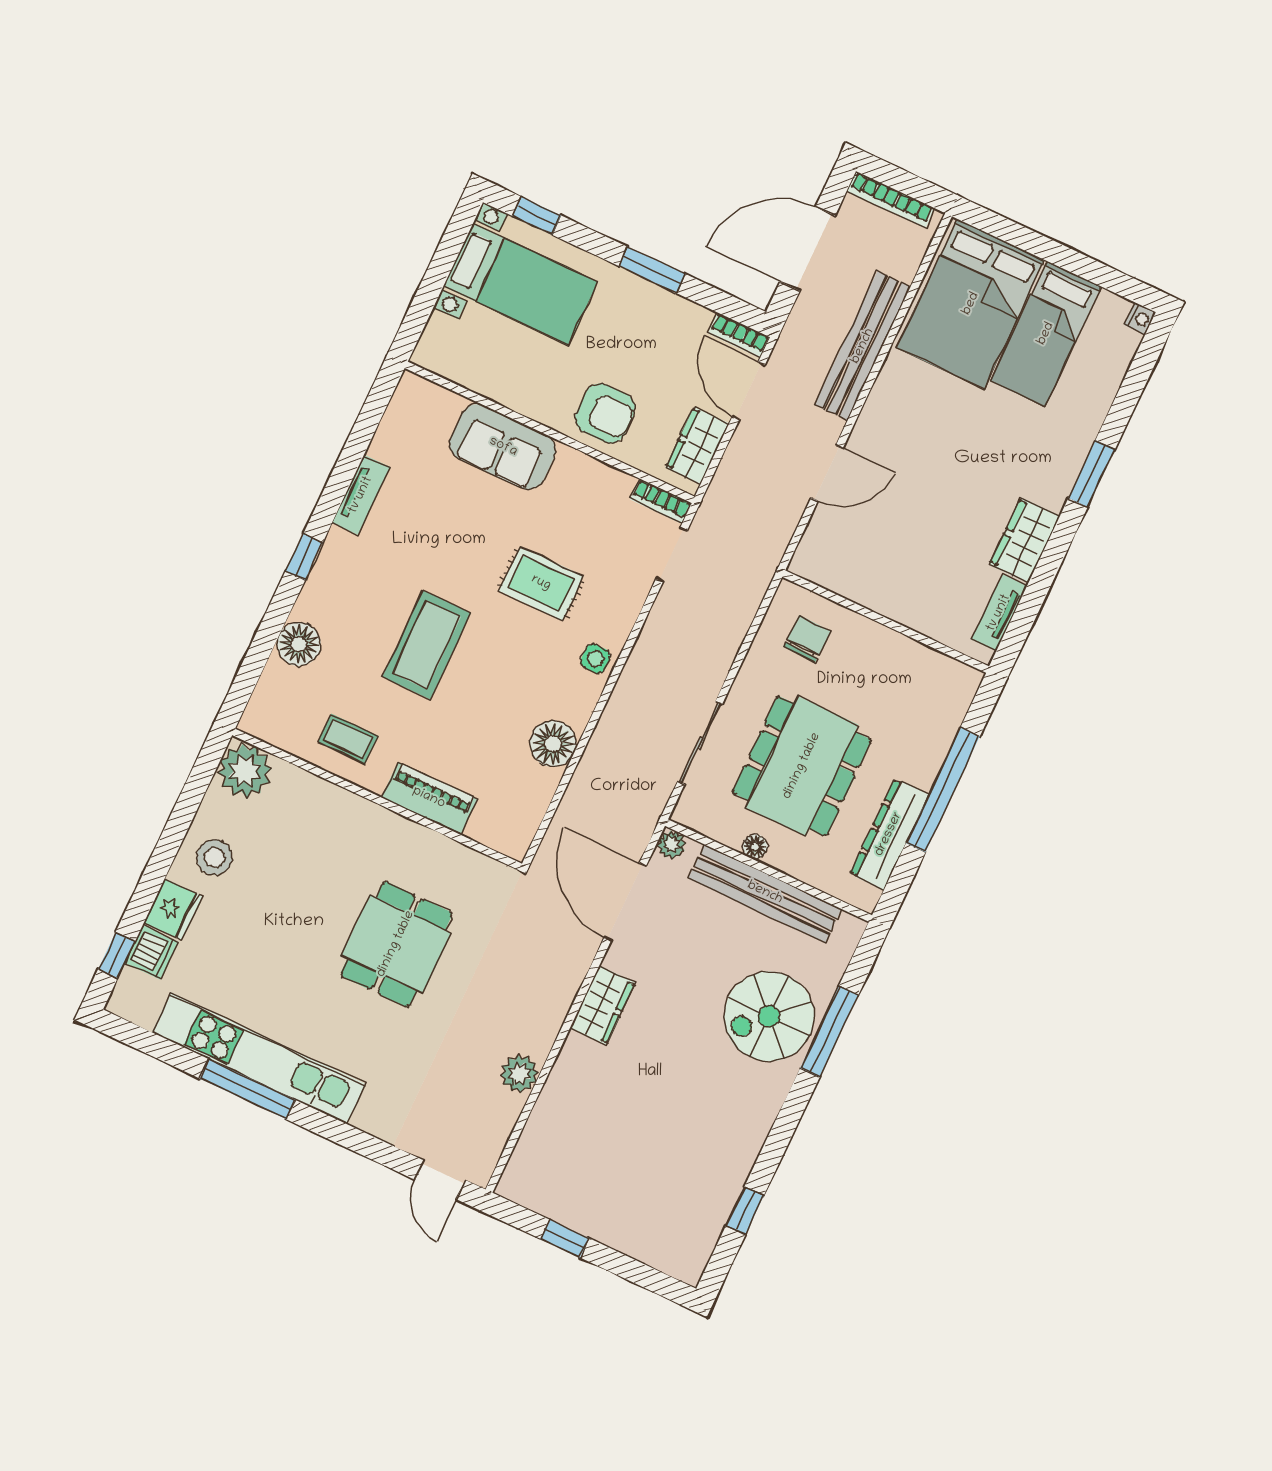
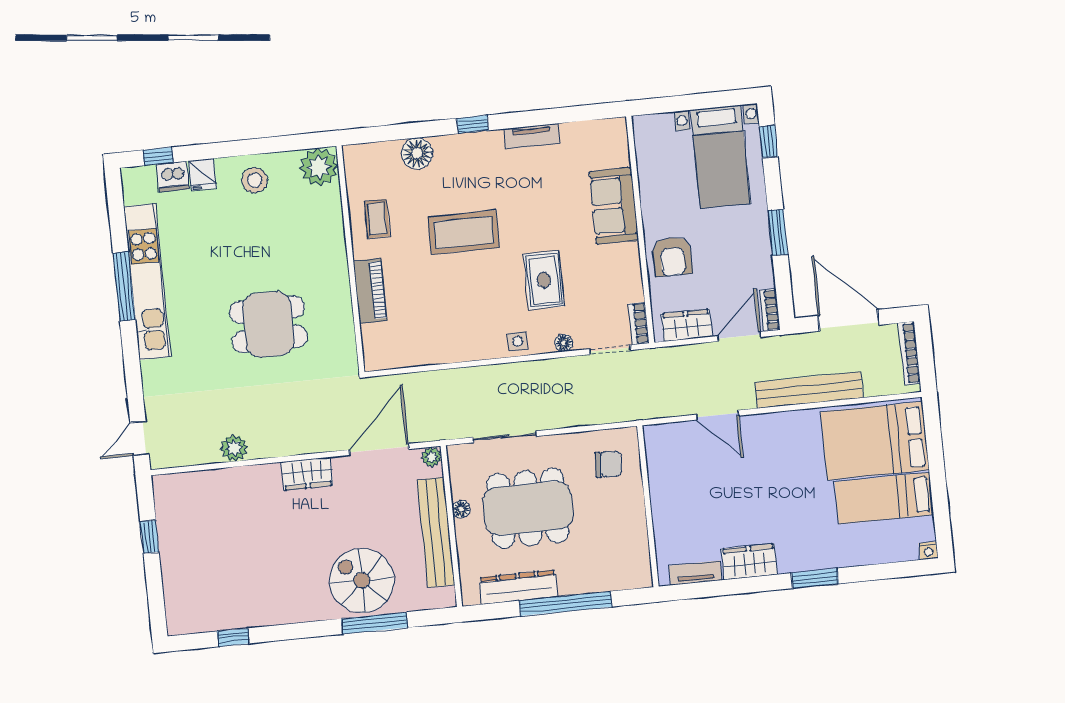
floor lamp: (553, 744) -> (564, 343), moved, width x0.53, depth x0.53
fridge: (173, 909) -> (202, 174), width x0.72

